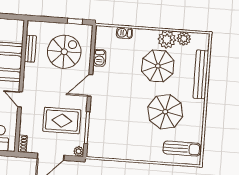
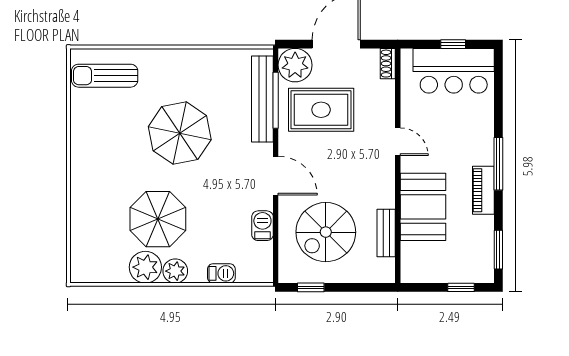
plant: (184, 39) -> (175, 271), moved
bench: (201, 74) -> (262, 99), moved
door: (90, 85) -> (276, 176), hinge flipped
parasol: (165, 112) -> (180, 133), moved
plant: (79, 151) -> (295, 65), width x1.88, depth x1.88

